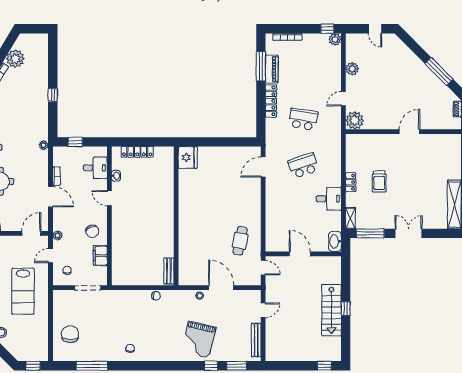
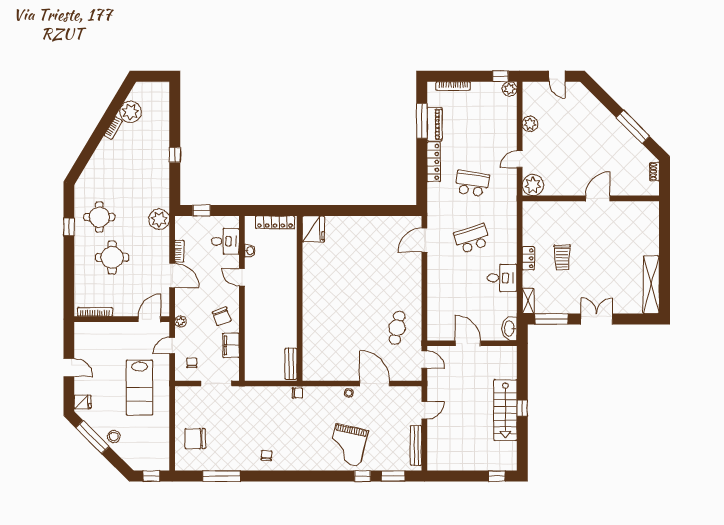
plant: (44, 145) -> (159, 219), width x1.87, depth x1.87
fridge: (188, 157) -> (313, 229), moved
wall: (176, 216) -> (300, 298), moved
bench: (169, 271) -> (291, 364), moved
chair: (70, 334) -> (195, 439), turned -90

